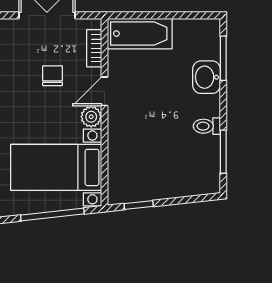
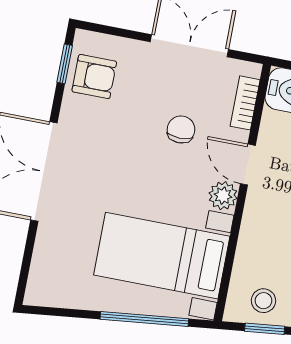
door: (104, 91) -> (248, 165), hinge flipped
stool: (134, 185) -> (263, 301), added

